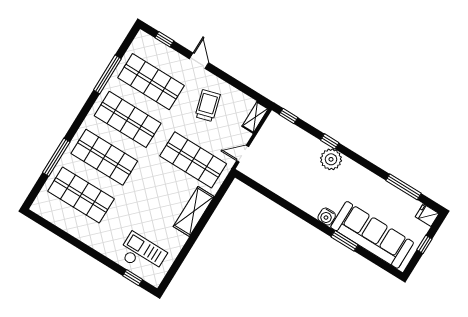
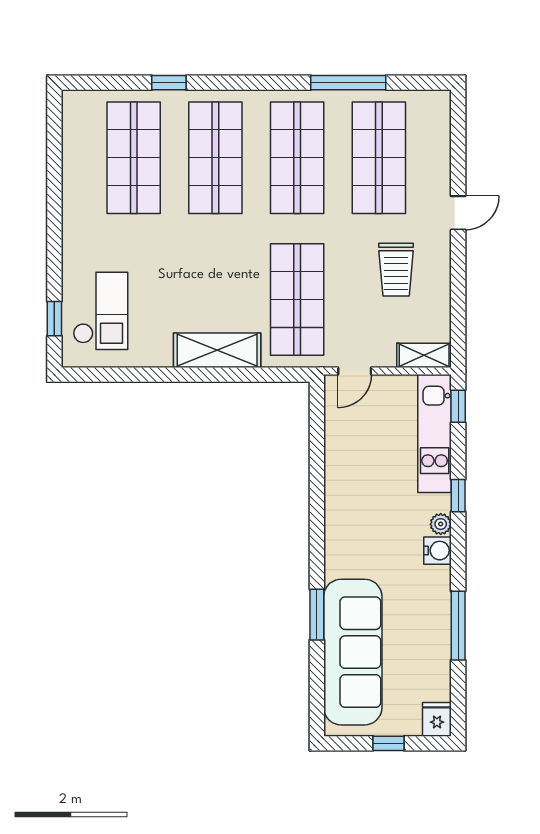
window: (164, 39) -> (458, 138), removed
trolley: (208, 106) -> (396, 270), turned 106
kitchen unit: (294, 135) -> (435, 434), added
door: (243, 154) -> (355, 371), swing flipped
window: (56, 157) -> (169, 83), width x0.46
plant: (331, 159) -> (441, 524), width x0.53, depth x0.53
window: (403, 187) -> (458, 626), moved
water cooler: (327, 217) -> (437, 551), moved, turned 180

